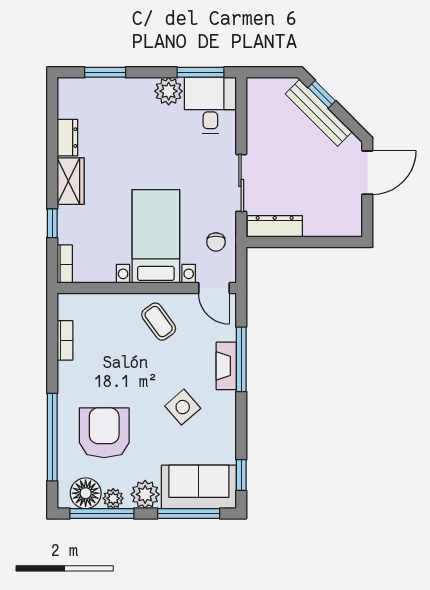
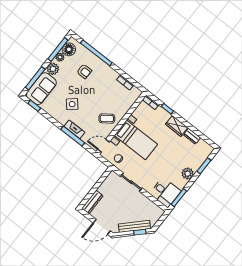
plant: (169, 91) -> (188, 174), moved
door: (367, 173) -> (102, 227), hinge flipped
dresser: (275, 226) -> (92, 202), moved
armchair: (104, 433) -> (84, 71), width x0.53, depth x0.53

